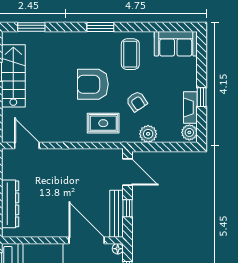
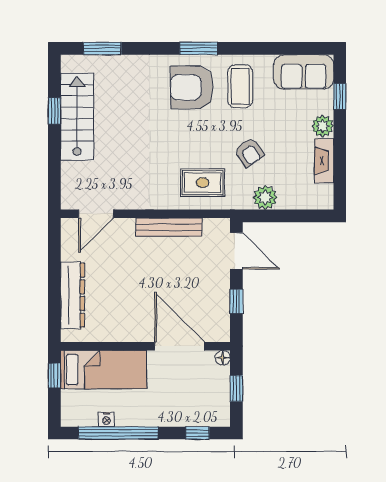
armchair: (93, 84) -> (192, 87), moved
window: (202, 97) -> (340, 96), moved
plant: (189, 132) -> (323, 126), moved
door: (27, 146) -> (96, 214), swing flipped
bench: (116, 214) -> (169, 227), moved, turned 90

